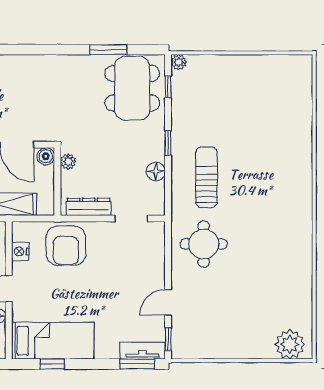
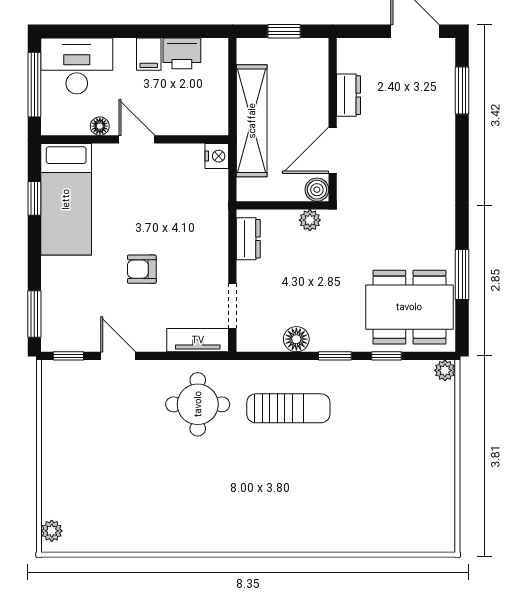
window: (168, 87) -> (386, 356), moved
dresser: (89, 207) -> (248, 239), width x0.70
armchair: (66, 246) -> (142, 269), moved, width x0.53, depth x0.53
nightstand: (20, 251) -> (217, 156), moved, turned 90
plant: (290, 344) -> (52, 531), width x0.53, depth x0.53
tv unit: (143, 351) -> (198, 340), moved, turned -90

